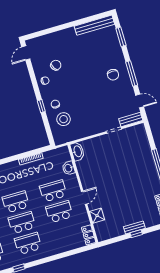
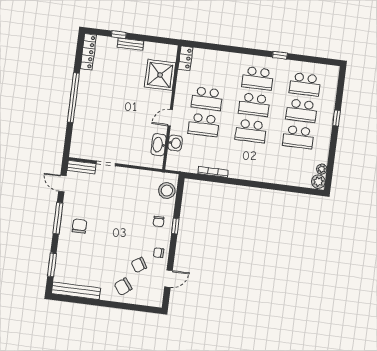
chair: (61, 44) -> (123, 287), added
door: (26, 53) -> (169, 279), moved
stool: (64, 119) -> (167, 191), moved
washbasin: (77, 151) -> (159, 145), moved
door: (84, 198) -> (170, 118), moved
shower: (97, 216) -> (160, 75), width x1.86, depth x1.86
window: (136, 234) -> (119, 35), moved

